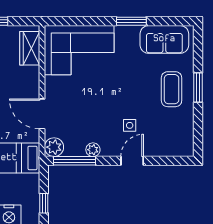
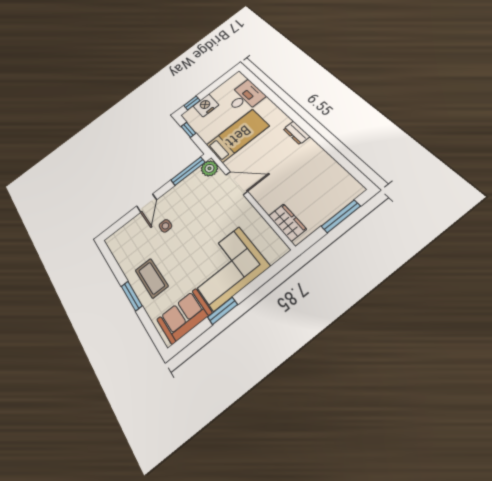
corner sofa: (79, 50) -> (227, 268), moved
plant: (93, 150) -> (180, 188), removed

